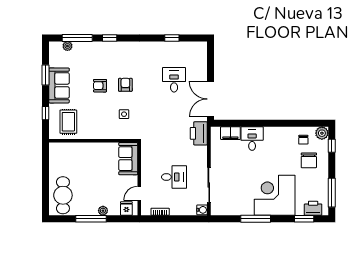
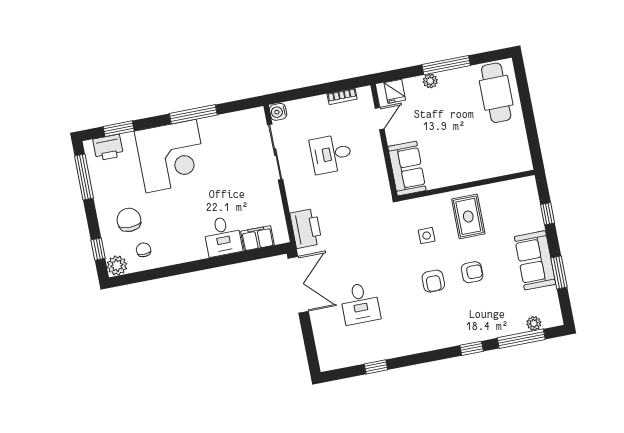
rug: (68, 122) -> (468, 216), moved

